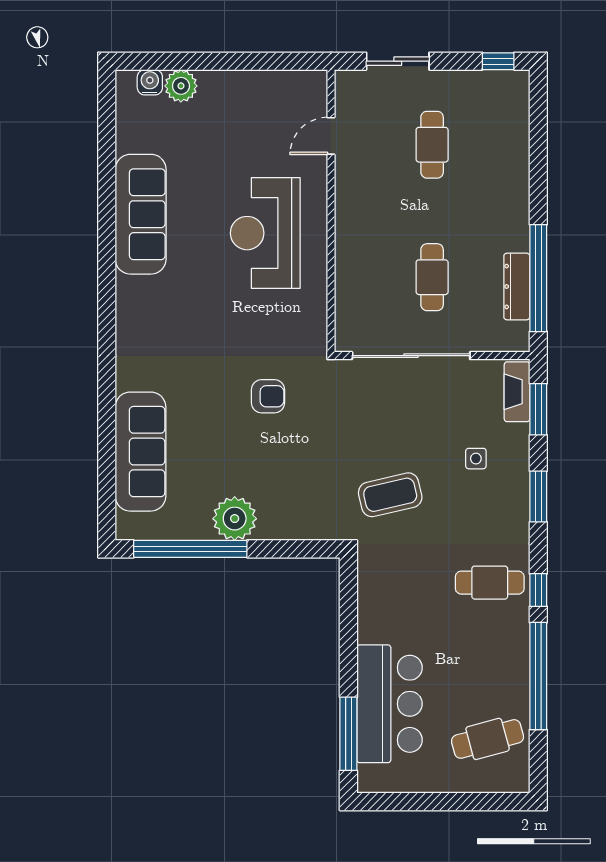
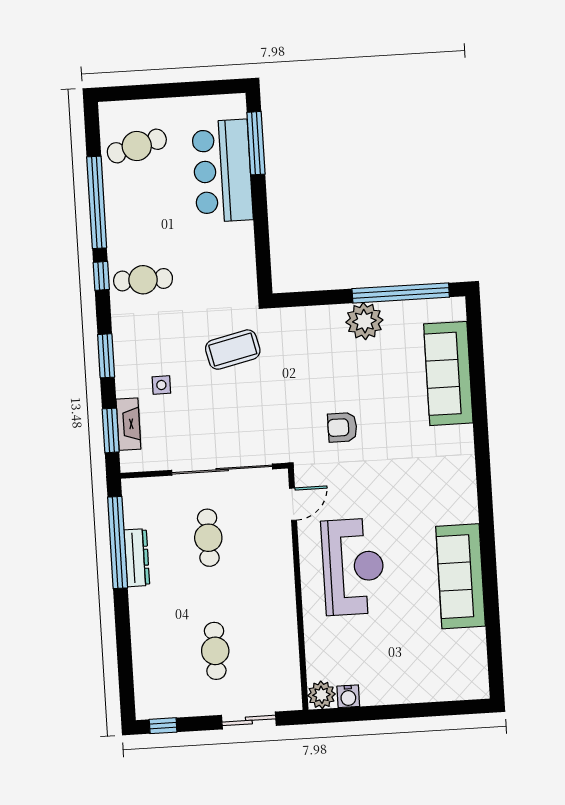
water cooler: (150, 82) -> (348, 696), moved
plant: (181, 86) -> (321, 695), moved
door: (331, 136) -> (293, 504), moved
dresser: (517, 287) -> (137, 558), moved
fireplace: (517, 392) -> (128, 424), moved

